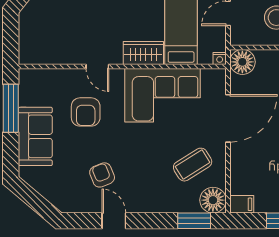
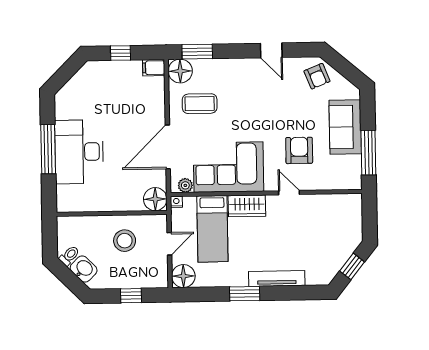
plant: (210, 76) -> (185, 185), added
coffee table: (193, 165) -> (200, 104), turned 32
armchair: (102, 175) -> (317, 76), moved

